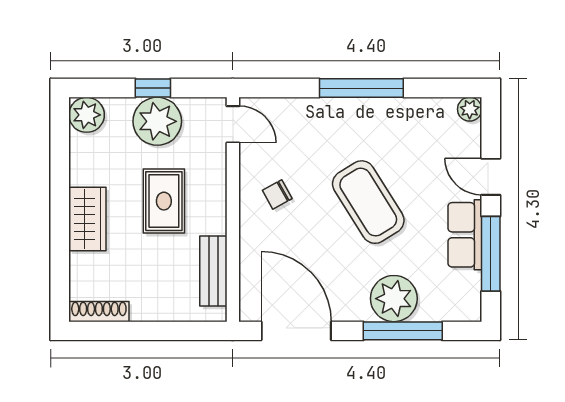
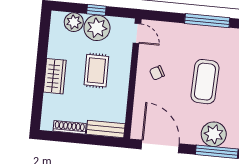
plant: (87, 115) -> (74, 22), moved
coffee table: (368, 202) -> (205, 82), turned 34
bench: (213, 271) -> (106, 129), moved, turned 90
shoe rack: (99, 312) -> (70, 127), moved

